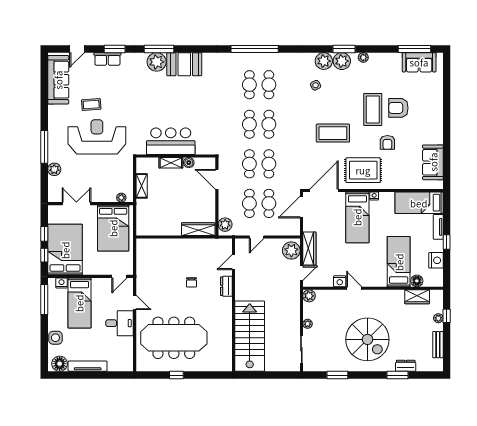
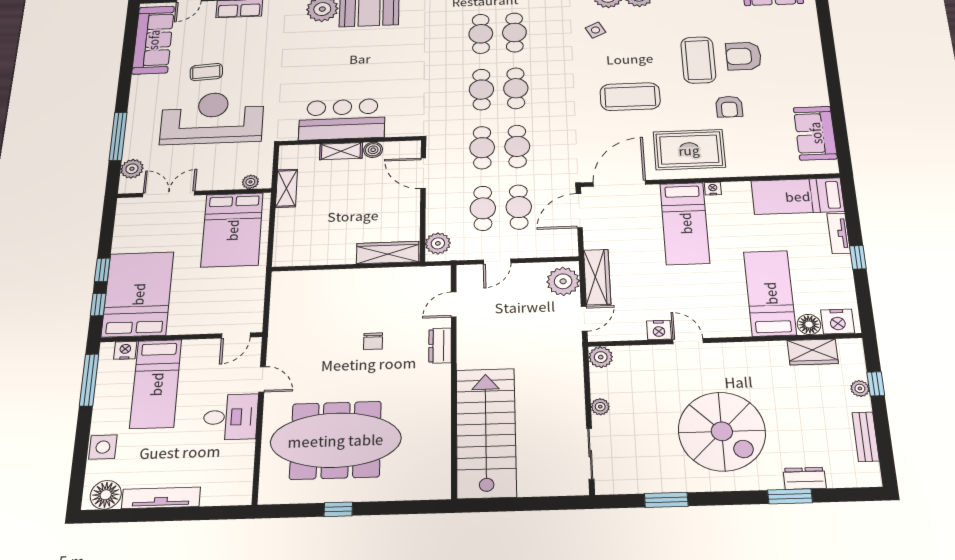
plant: (121, 198) -> (250, 182), moved
double door: (76, 204) -> (169, 194), moved
wall: (91, 204) -> (194, 193), moved
bed: (113, 228) -> (232, 230), moved
nightstand: (436, 260) -> (838, 322), moved, turned 90

